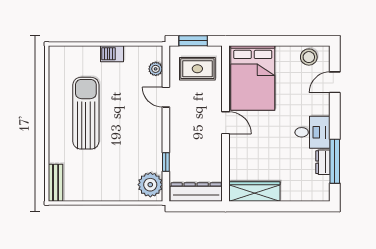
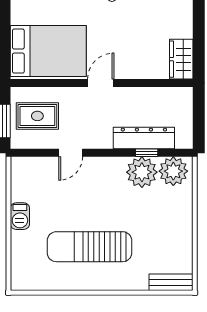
plant: (156, 69) -> (142, 172), moved, width x1.87, depth x1.87
rug: (197, 69) -> (37, 116), turned 90
wardrobe: (254, 191) -> (181, 59), width x0.67
dresser: (196, 192) -> (144, 138), moved, turned 90

